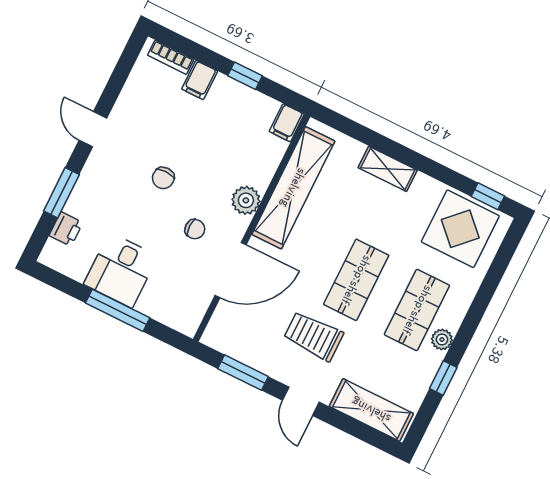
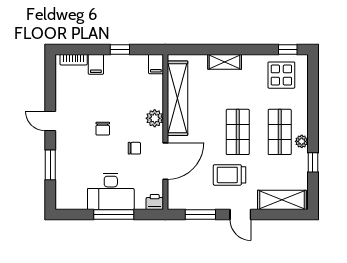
printer: (66, 229) -> (155, 202), moved, turned -90
display table: (460, 229) -> (281, 75), width x0.73, depth x0.73
desk: (121, 270) -> (111, 191), width x1.37

